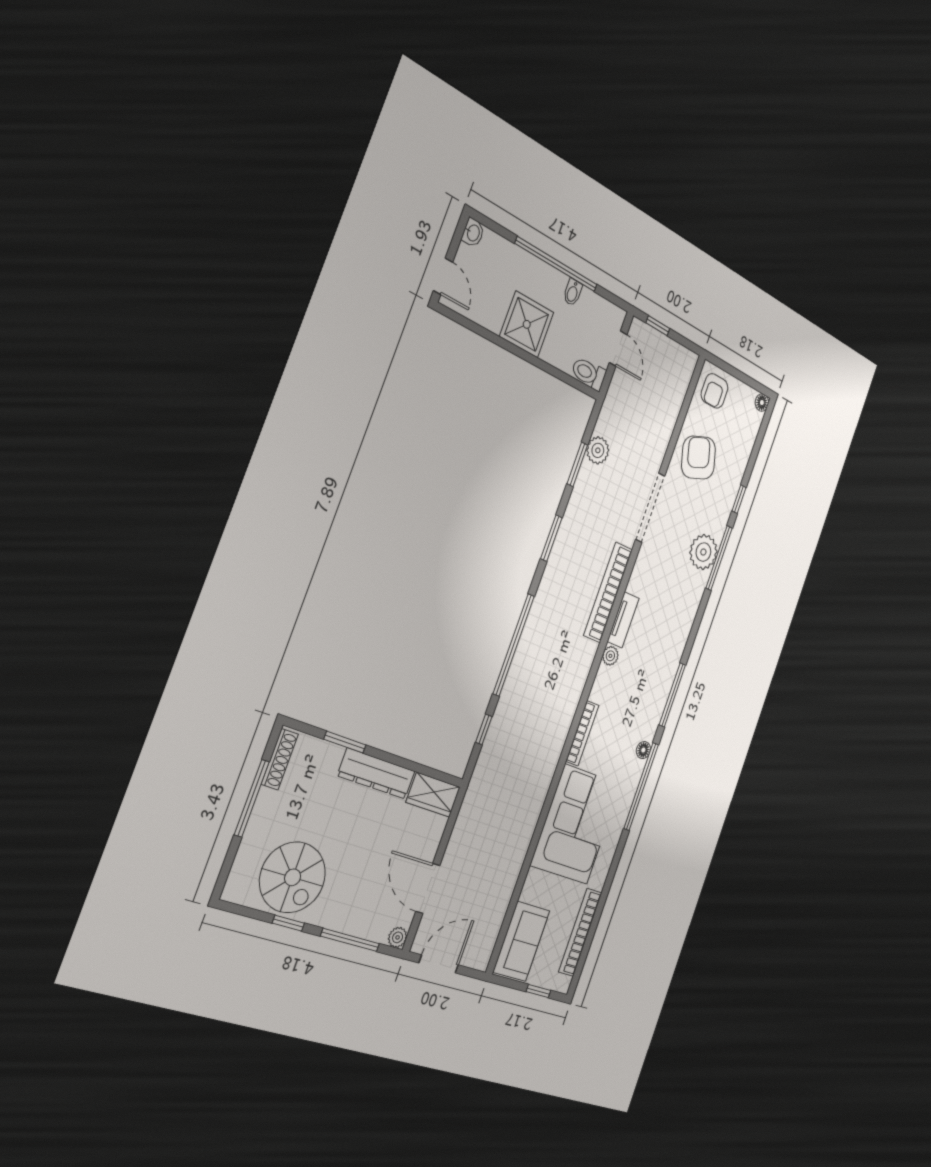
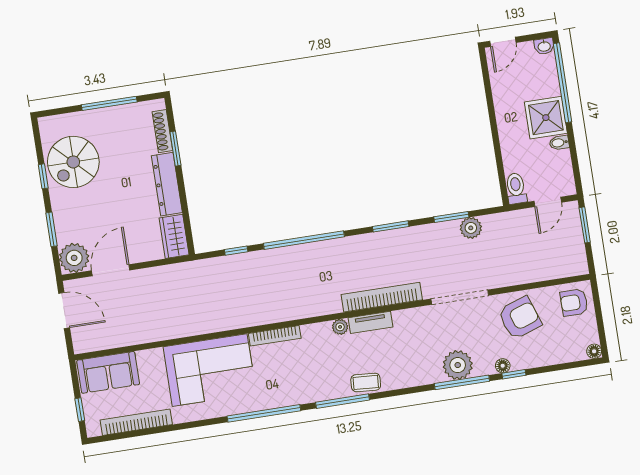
window: (556, 264) -> (562, 83), moved
shower: (527, 324) -> (546, 118), moved
window: (658, 326) -> (585, 225), width x1.50
coffee table: (670, 660) -> (366, 382), added
floor lamp: (643, 750) -> (503, 366), moved
shoe rack: (280, 759) -> (162, 131), moved, turned 90
plant: (398, 937) -> (74, 258), width x1.87, depth x1.87
window: (350, 940) -> (52, 229), width x0.69

